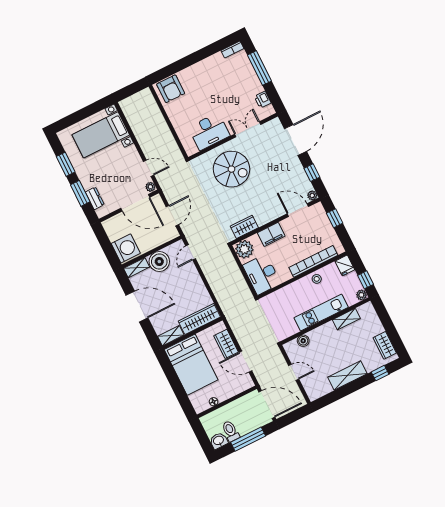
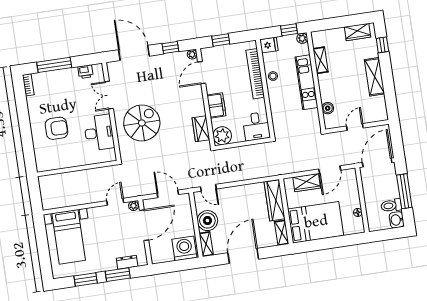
armchair: (171, 89) -> (57, 128), moved
desk: (262, 274) -> (256, 126), width x0.73

